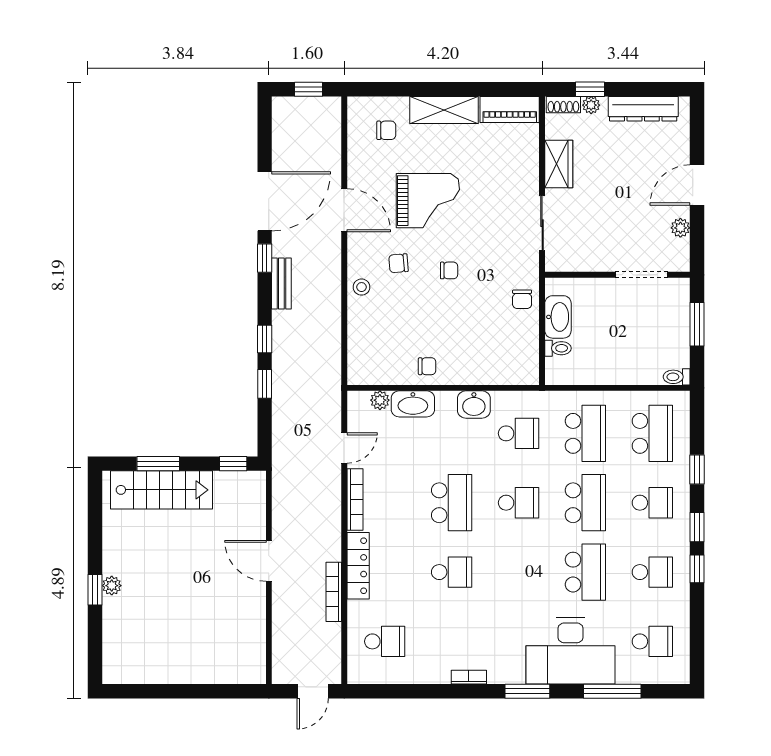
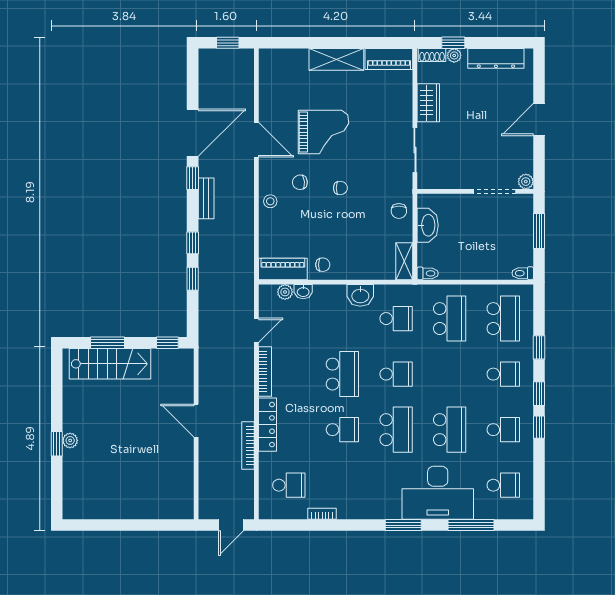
chair: (386, 130) -> (290, 76), removed
plant: (680, 228) -> (526, 182), moved
toilet: (558, 348) -> (428, 273), moved
shelving: (529, 362) -> (404, 261), added
piano: (377, 372) -> (283, 269), added
washbasin: (413, 404) -> (303, 292), width x0.52, depth x0.69
school desk: (585, 503) -> (396, 430), moved
bookcase: (469, 677) -> (322, 514), moved

